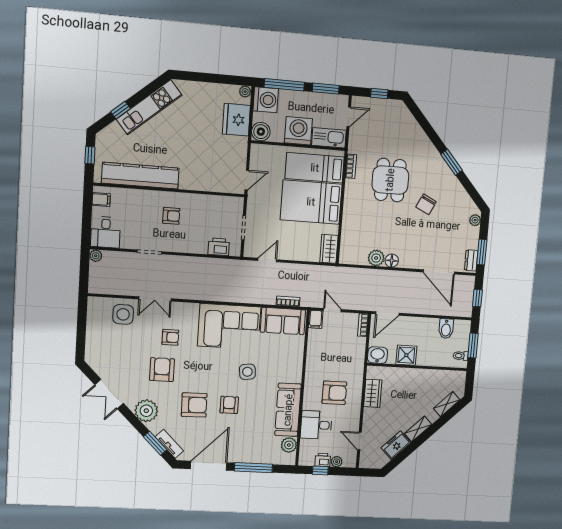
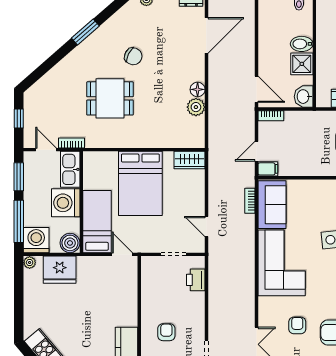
bookcase: (351, 166) -> (72, 143), moved
bed: (315, 168) -> (97, 222), moved, turned 180
bidet: (446, 329) -> (302, 44), moved, turned 180

